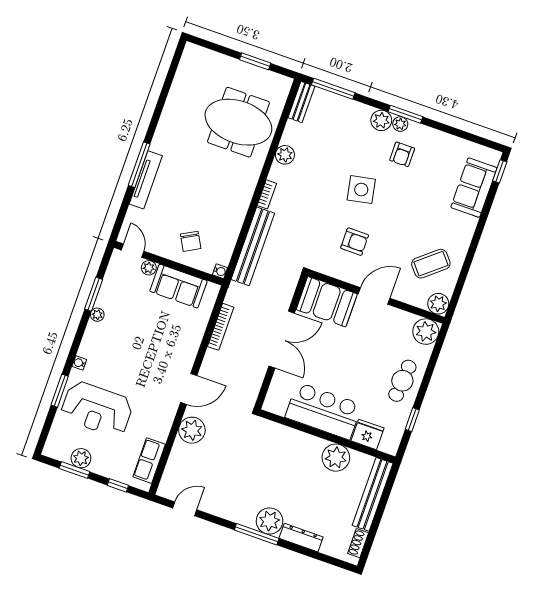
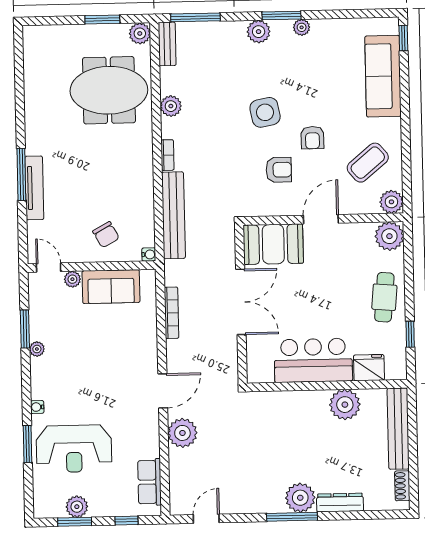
plant: (282, 85) -> (140, 33), added
plant: (400, 124) -> (302, 27), moved
armchair: (402, 154) -> (312, 138), moved
sofa: (474, 188) -> (383, 76), width x1.36

